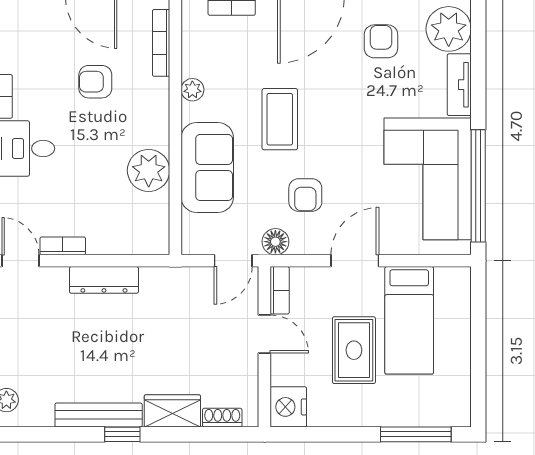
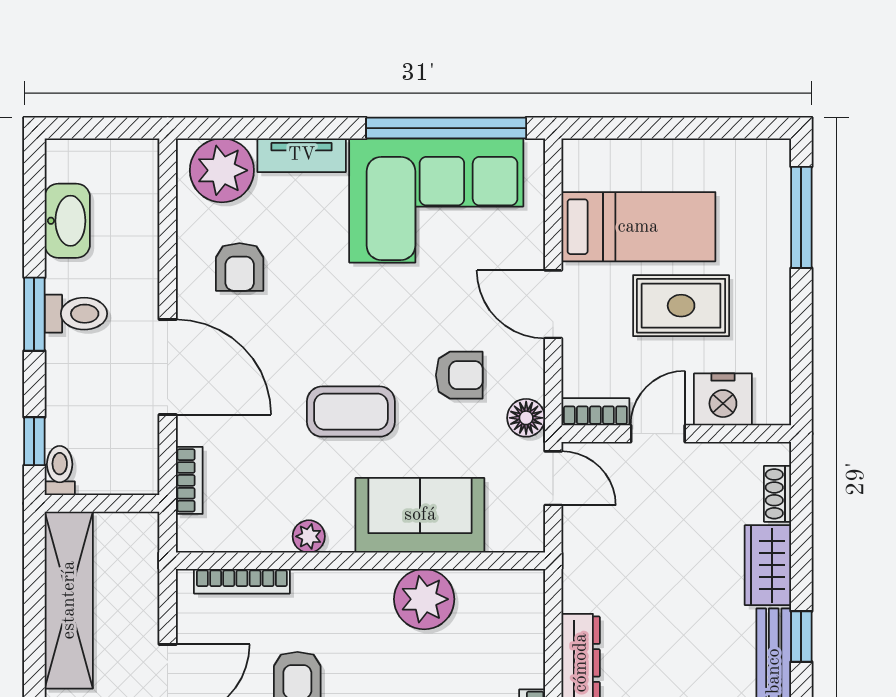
armchair: (381, 41) -> (240, 267), turned -90
nightstand: (288, 407) -> (723, 399), moved

